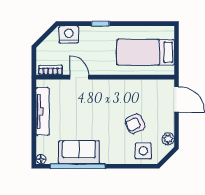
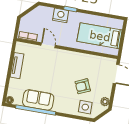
nightstand: (69, 34) -> (61, 15), moved
tv unit: (43, 111) -> (17, 66), width x0.71

